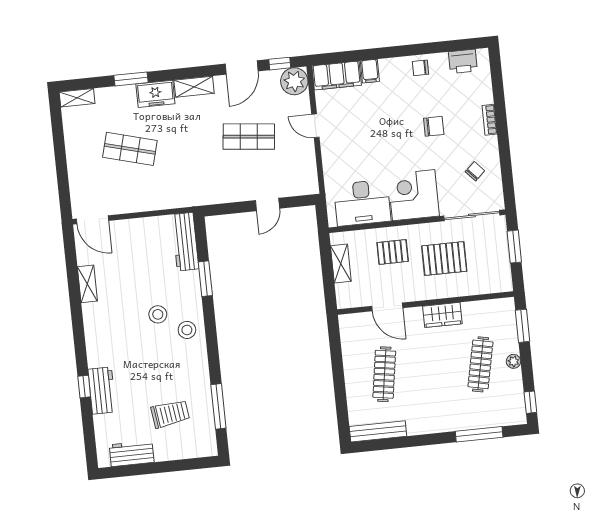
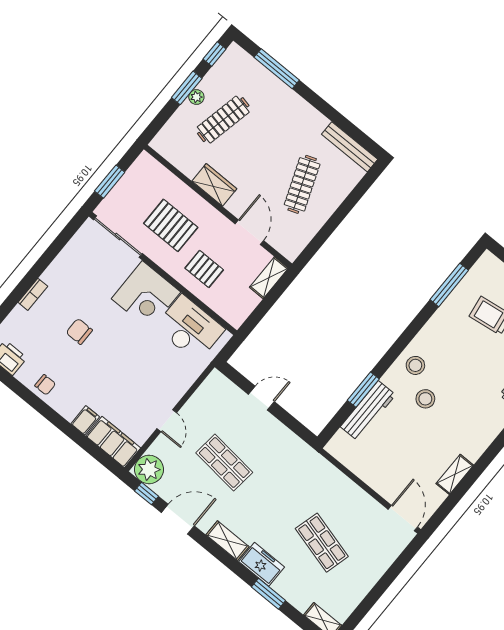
chair: (475, 171) -> (82, 267), removed
workbench: (185, 242) -> (368, 411), moved
shelving: (341, 263) -> (269, 278), moved
window: (522, 326) -> (187, 88), moved
clothes rail: (384, 374) -> (302, 184), turned -30

